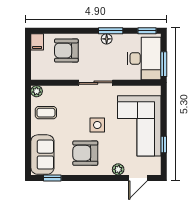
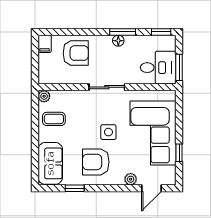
armchair: (66, 51) -> (76, 53), turned 180
desk: (144, 58) -> (158, 68), width x0.73
window: (52, 178) -> (75, 188), moved

